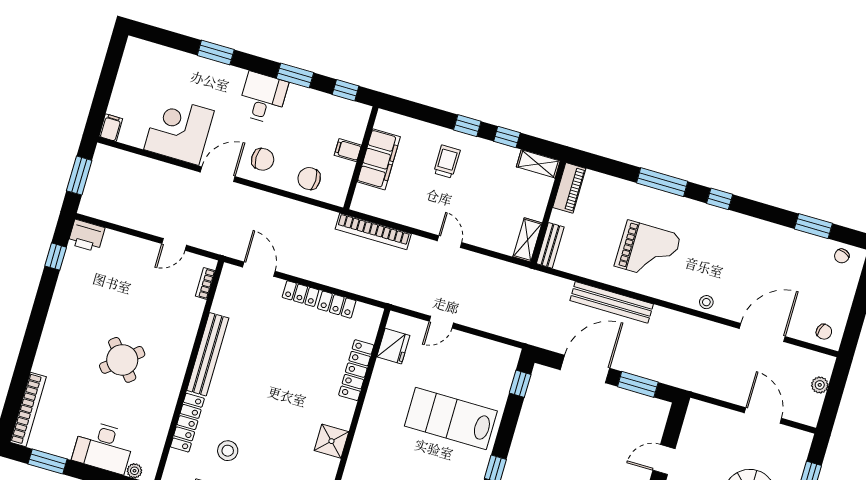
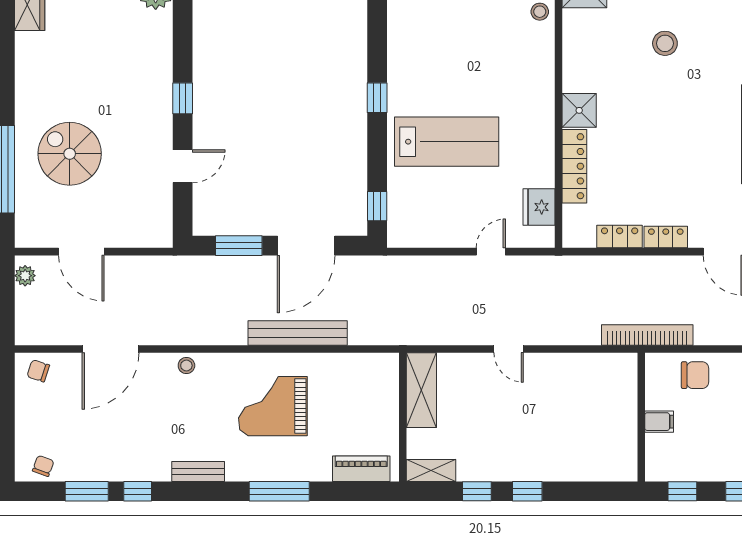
filing cabinet: (379, 159) -> (620, 421), removed
trolley: (447, 162) -> (539, 442), removed
piano: (569, 188) -> (361, 469), moved, turned 90
window: (720, 199) -> (138, 491), moved
bookcase: (373, 231) -> (647, 335), moved
shelving: (528, 240) -> (421, 390), width x1.50, depth x1.33
bench: (550, 245) -> (198, 471), moved, turned 90
plant: (820, 385) -> (25, 276), moved
shower: (331, 441) -> (579, 110), moved
stool: (228, 451) -> (665, 43), moved

